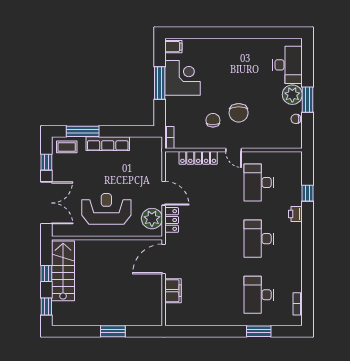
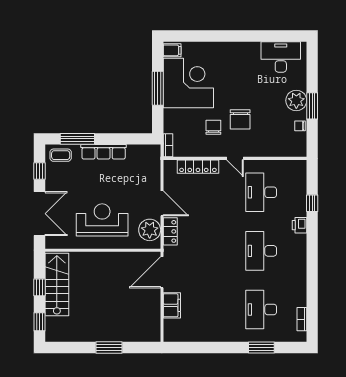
desk: (287, 65) -> (281, 57), moved, turned -90
corner desk: (183, 78) -> (188, 83), width x1.36, depth x1.36

